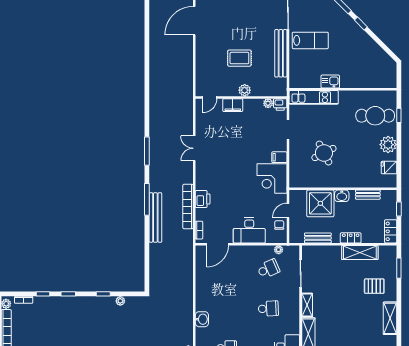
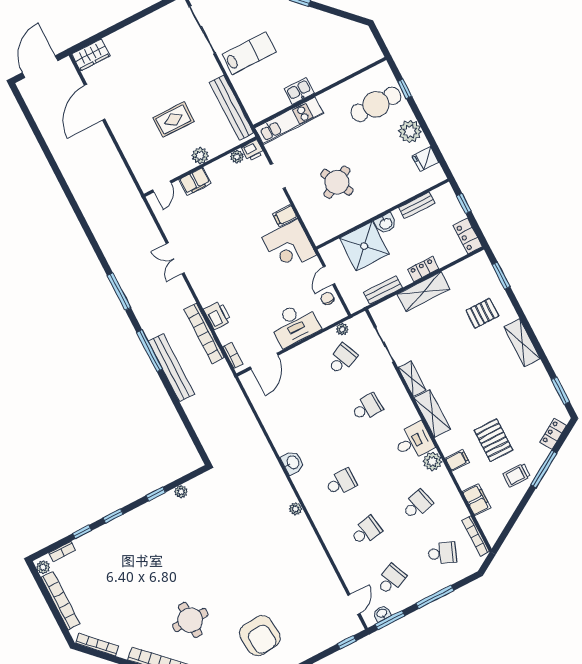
bench: (281, 53) -> (231, 108), moved
shelving: (360, 253) -> (424, 292), moved

